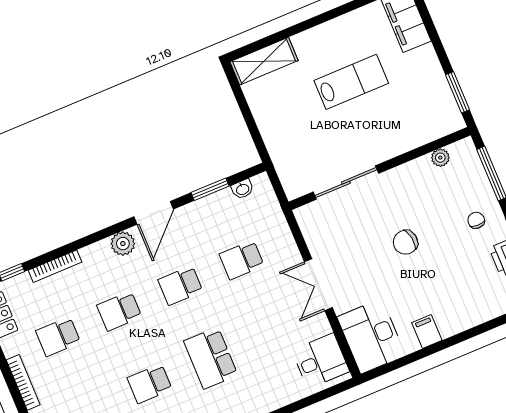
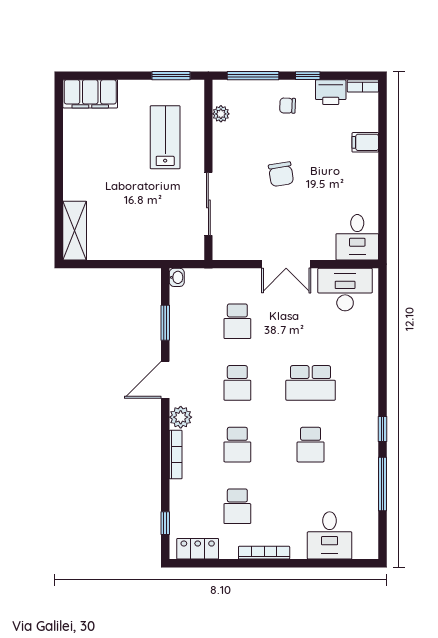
lab bench: (351, 82) -> (165, 137), moved
washbasin: (242, 189) -> (177, 277), moved
door: (154, 213) -> (165, 380), swing flipped
bookcase: (55, 266) -> (176, 455), moved
filing cabinet: (427, 331) -> (365, 142), moved
desk: (371, 336) -> (357, 237), width x0.73
desk: (321, 361) -> (345, 290), width x1.37

